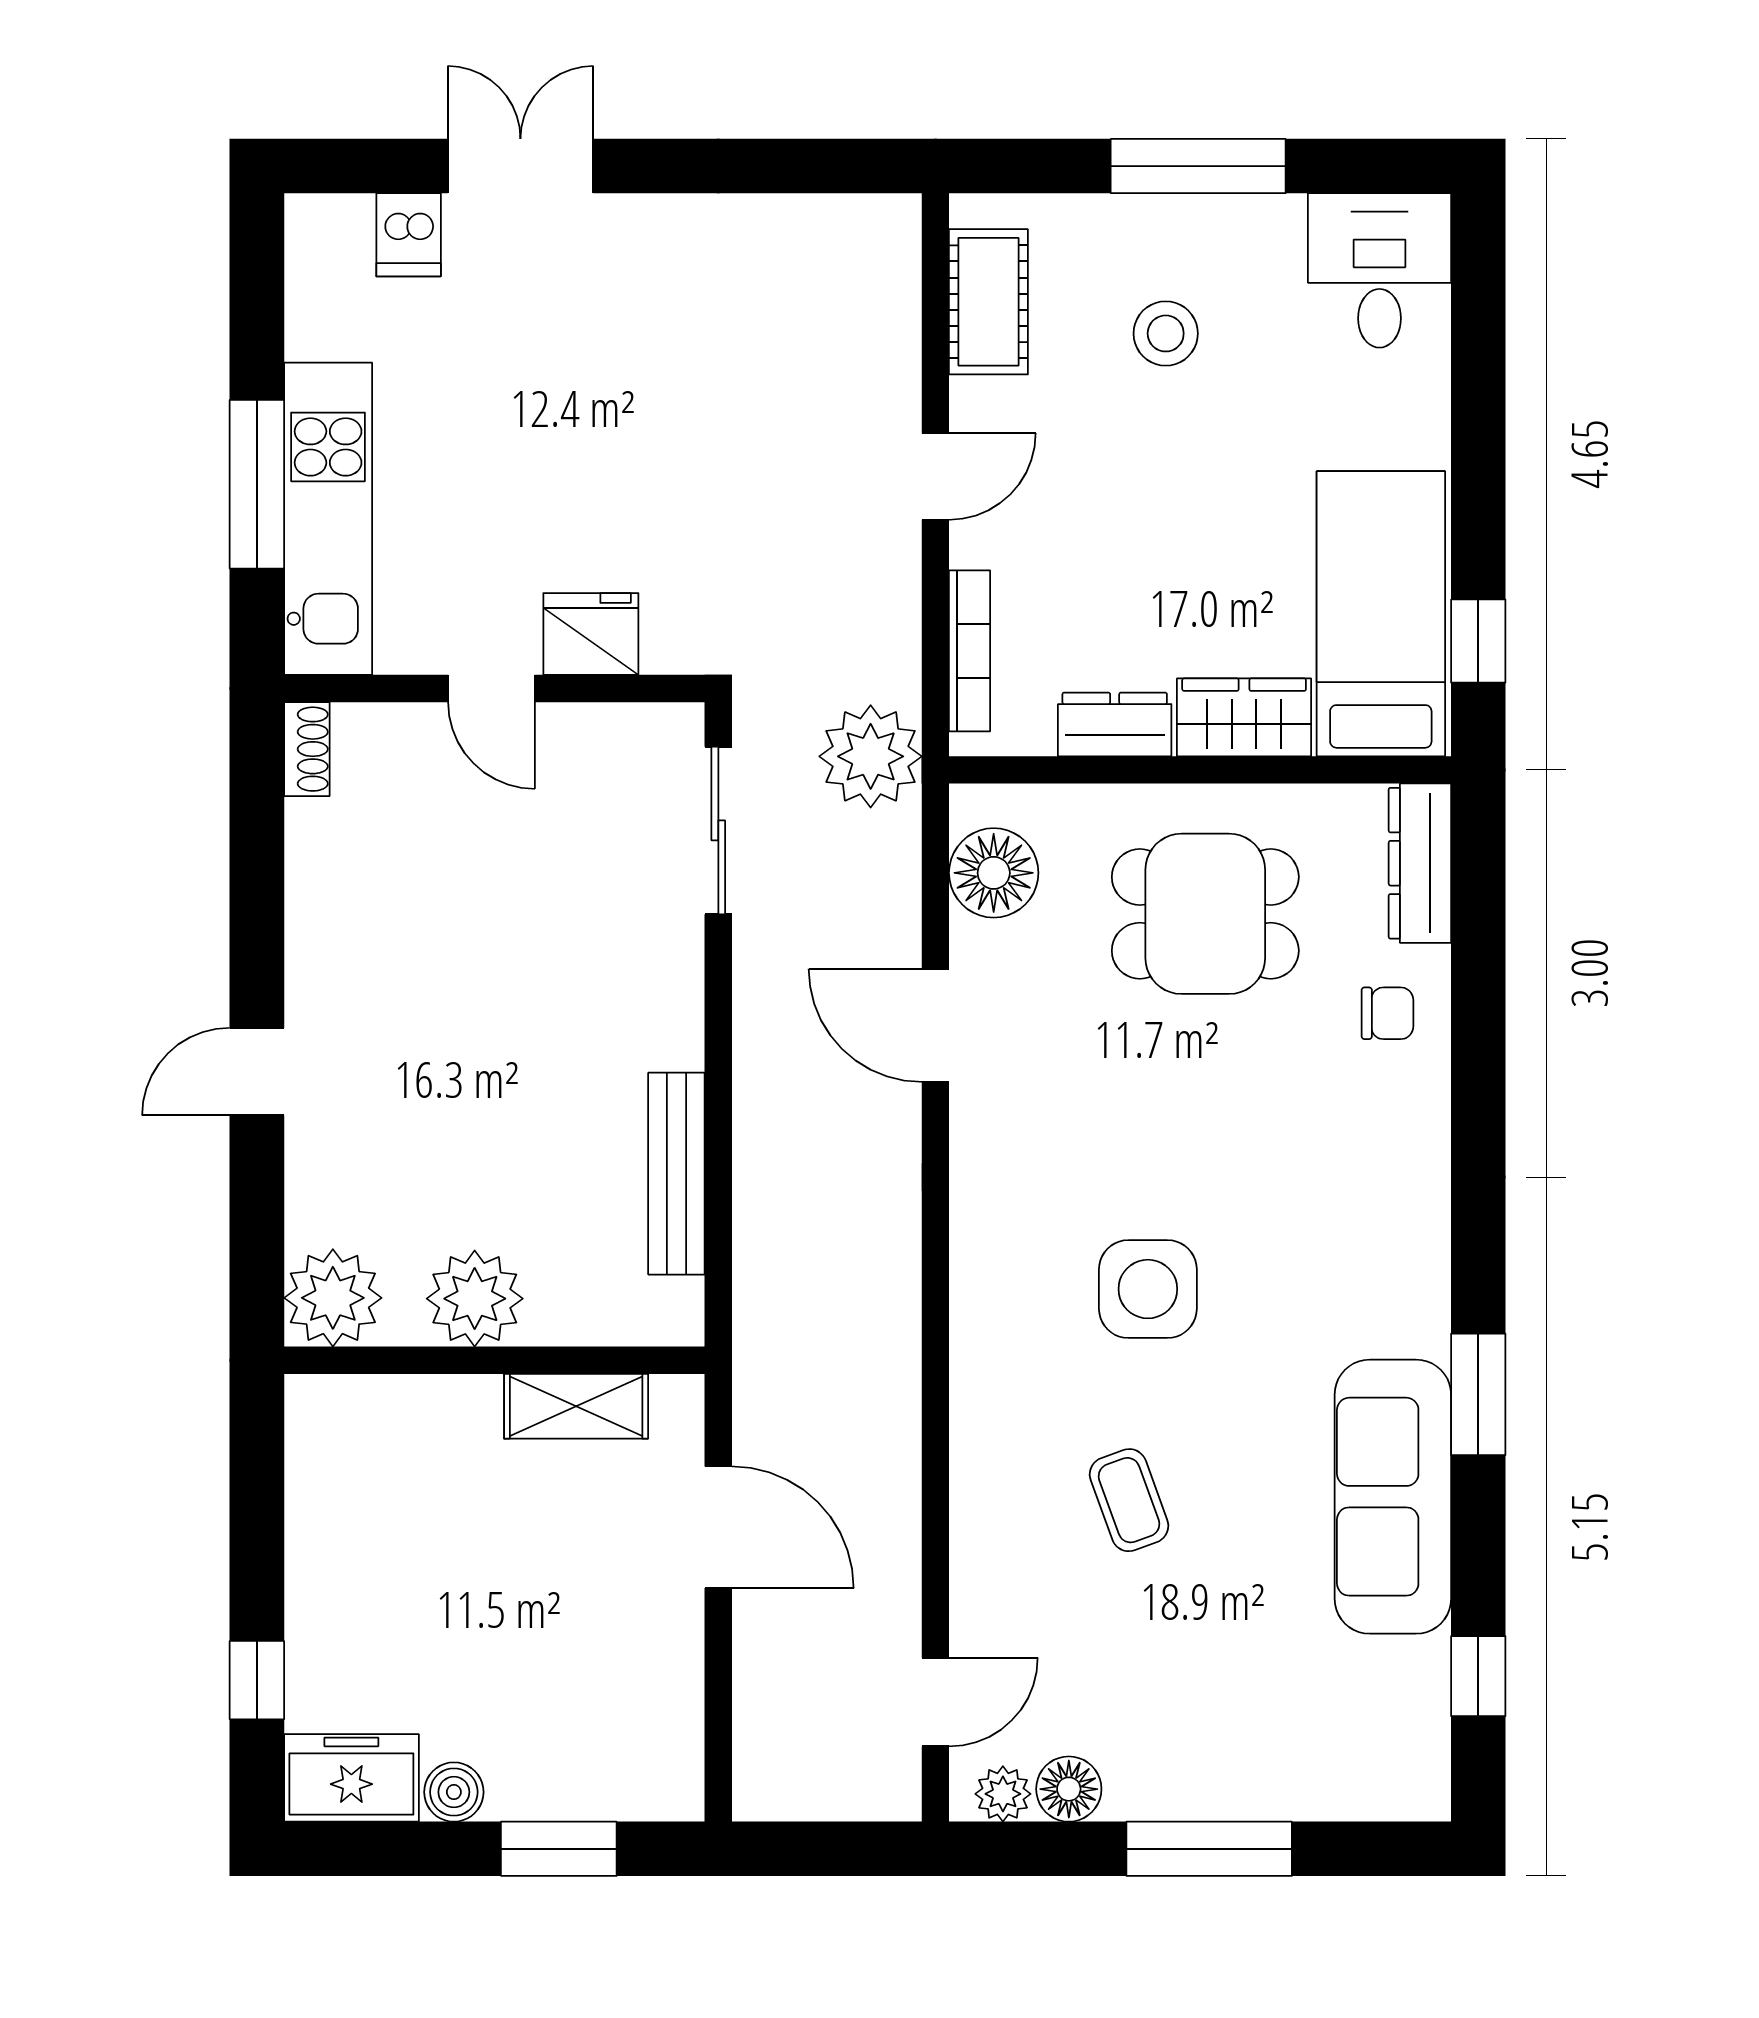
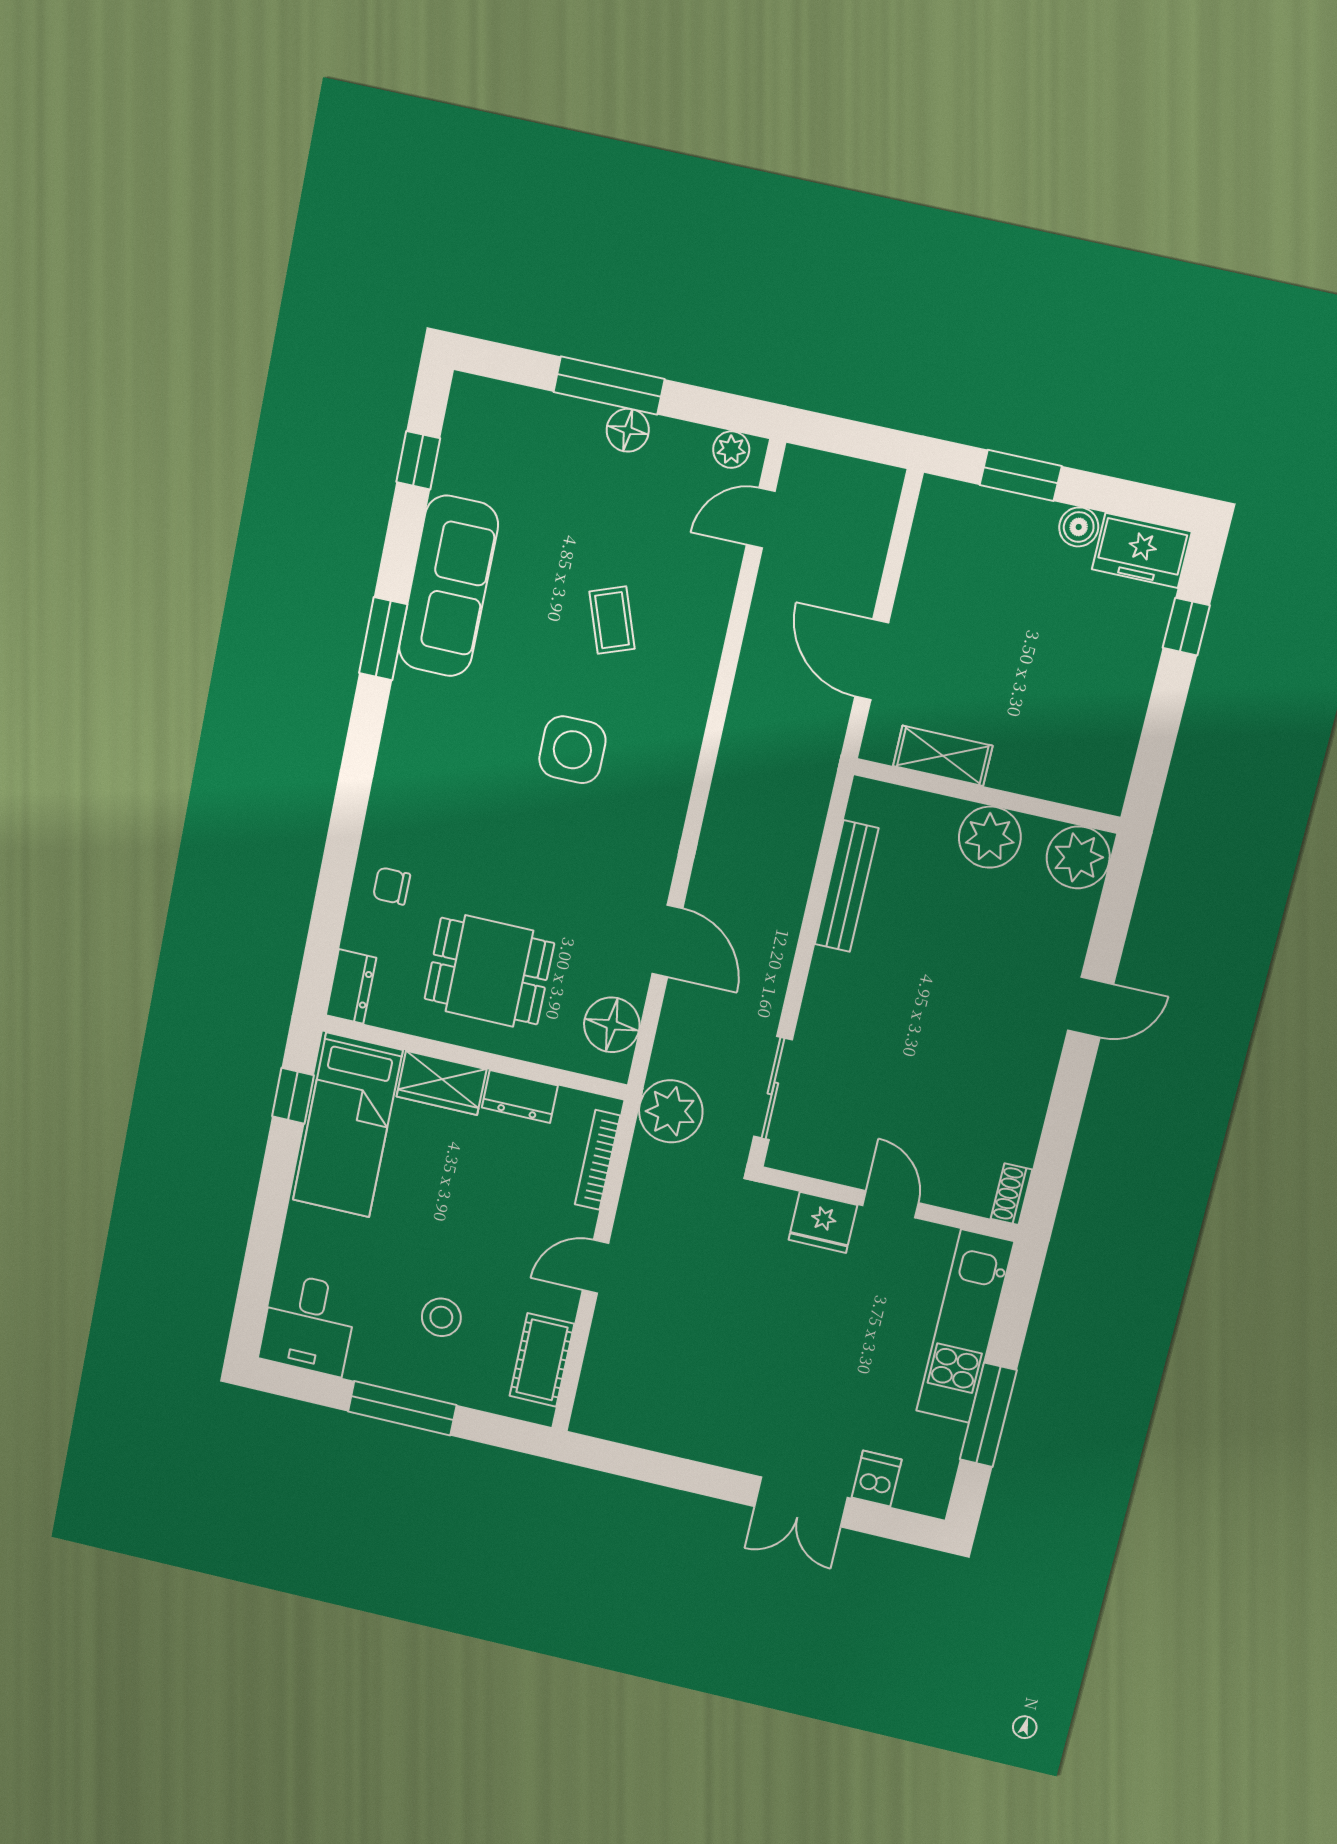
window: (257, 484) -> (988, 1415), moved
dresser: (1420, 863) -> (351, 986), width x0.70
floor lamp: (1069, 1789) -> (628, 430), moved

